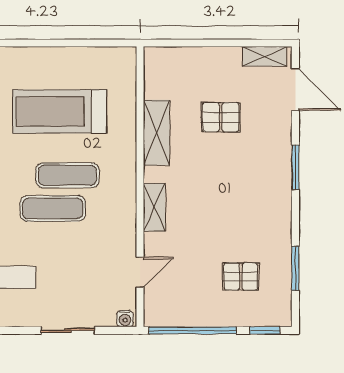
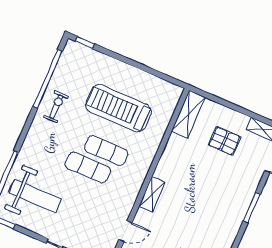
pallet: (221, 117) -> (224, 141), moved
shelving: (157, 133) -> (188, 114), moved

